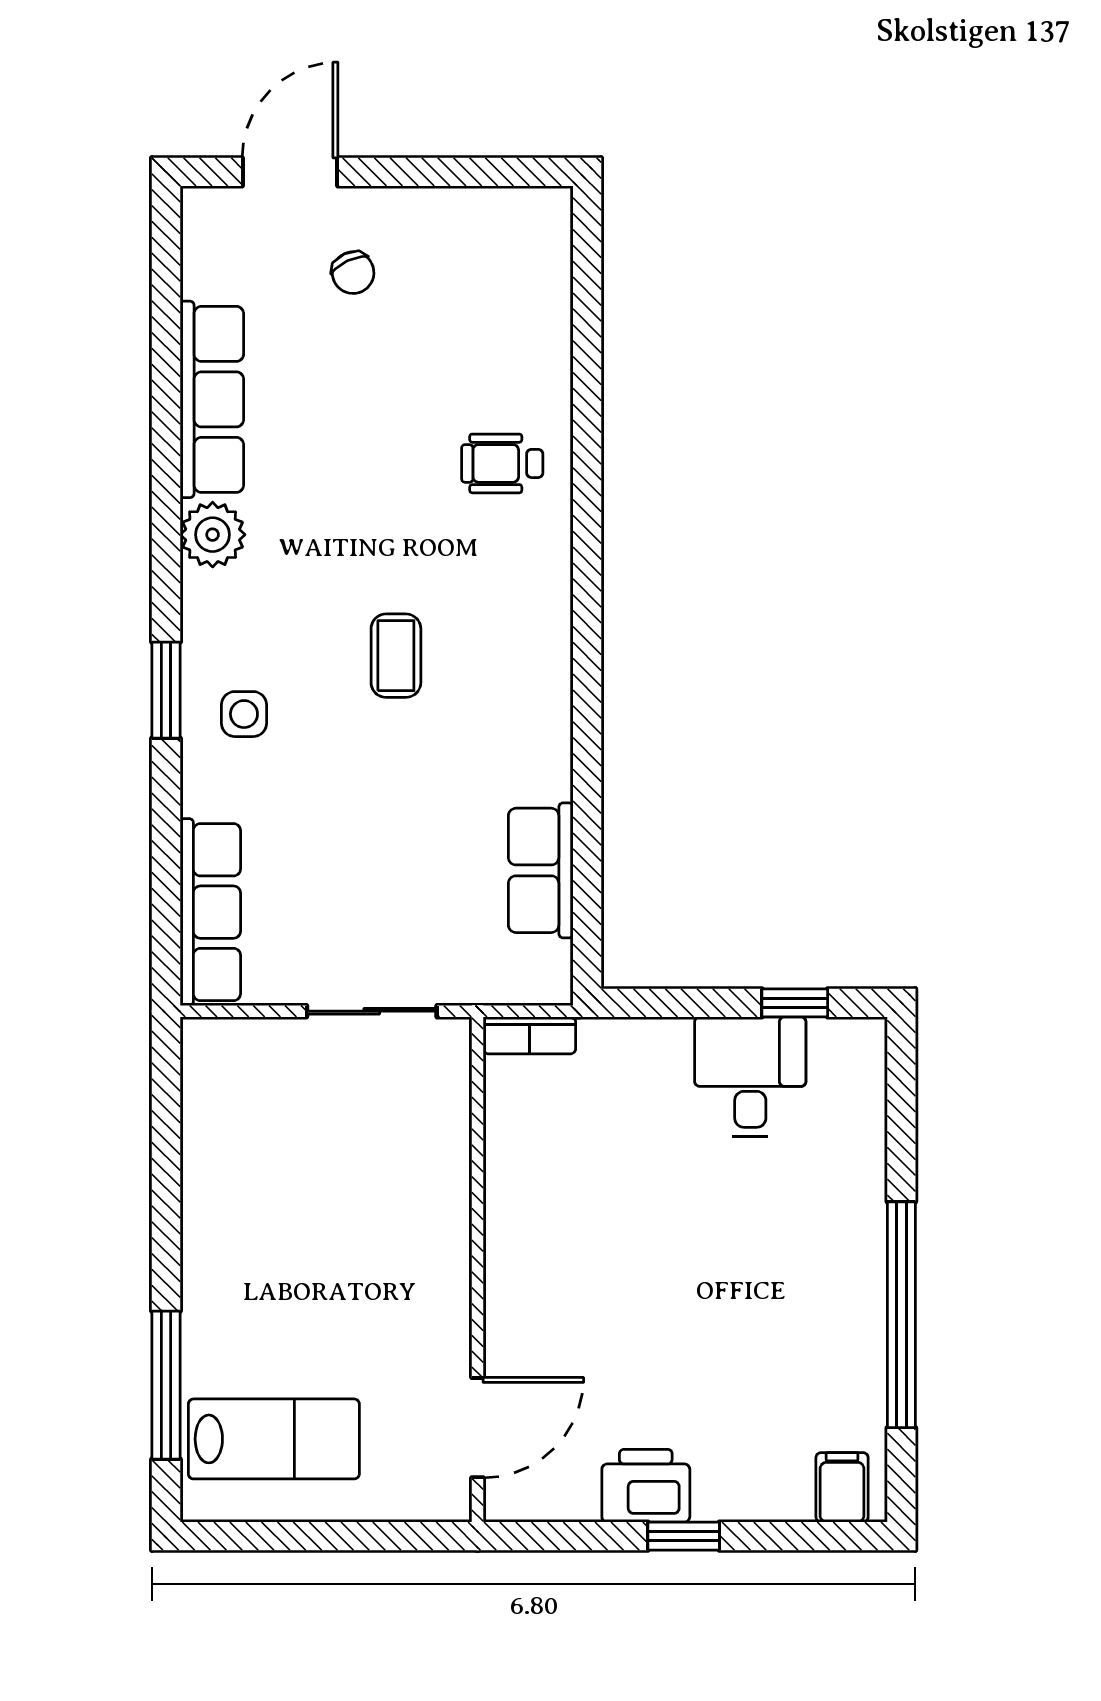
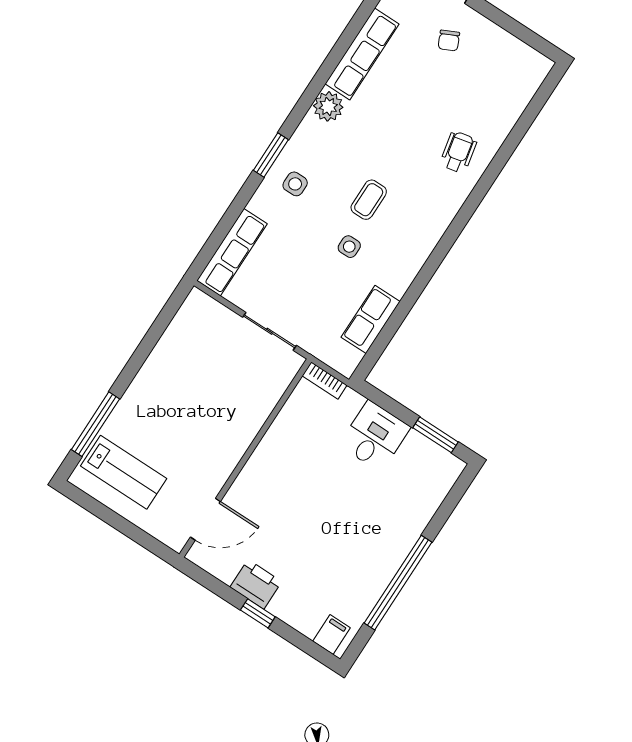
wheelchair: (502, 463) -> (458, 152), turned 78
side table: (416, 764) -> (349, 247), added
window: (795, 1003) -> (436, 435), width x1.50
desk: (750, 1077) -> (375, 436), moved

